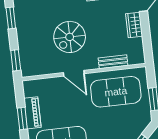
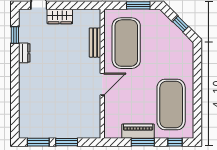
spiral stairs: (70, 37) -> (65, 84), removed
window: (16, 60) -> (67, 142), moved

